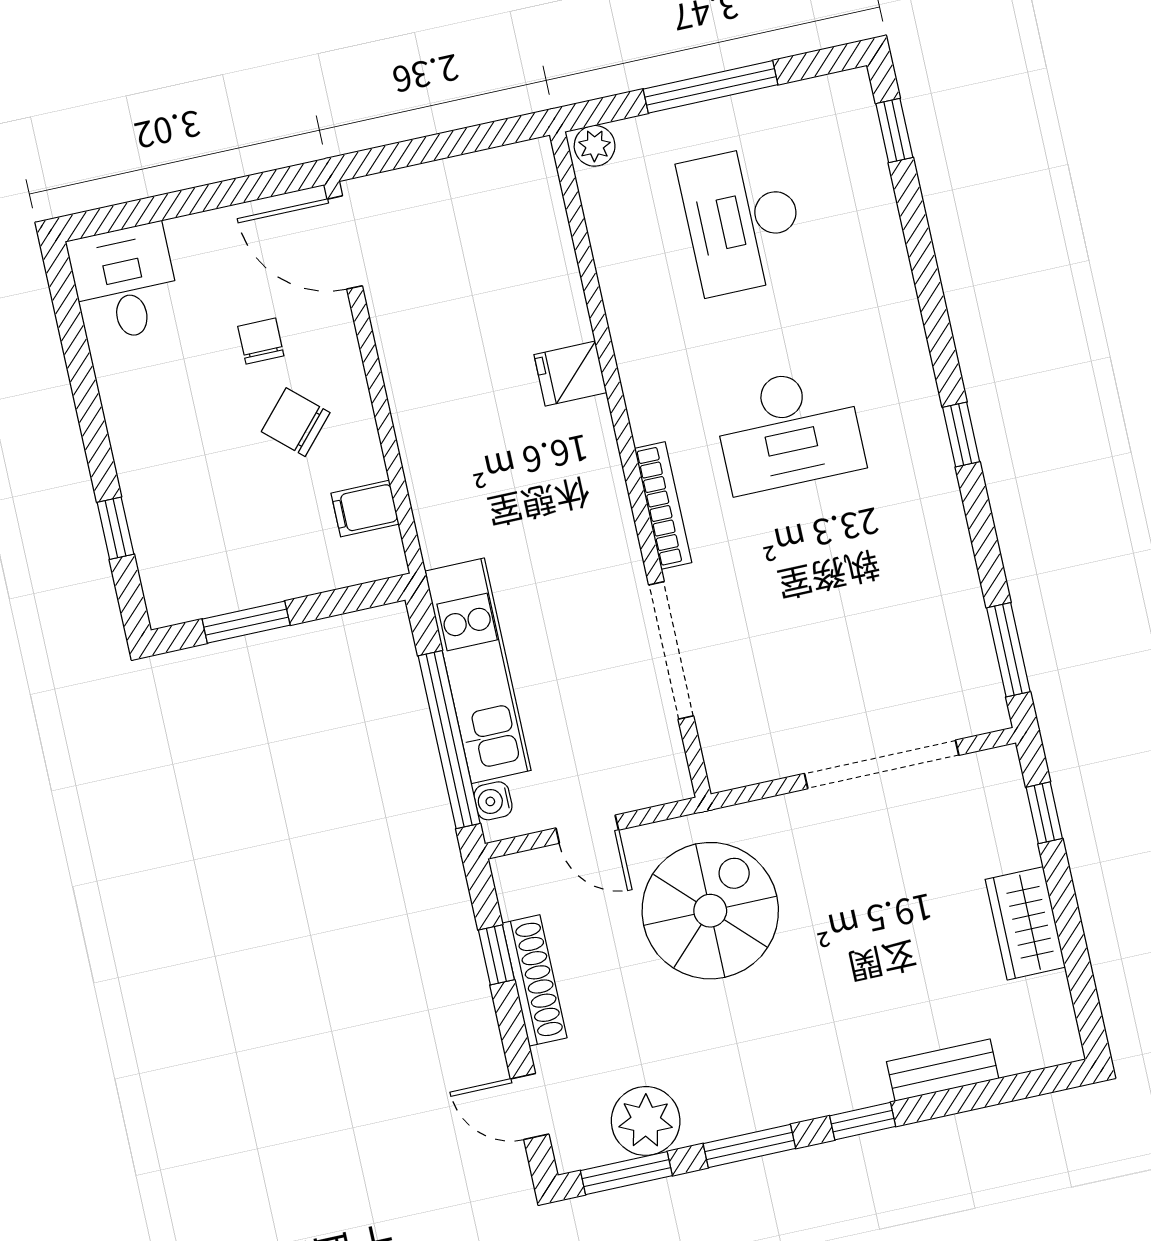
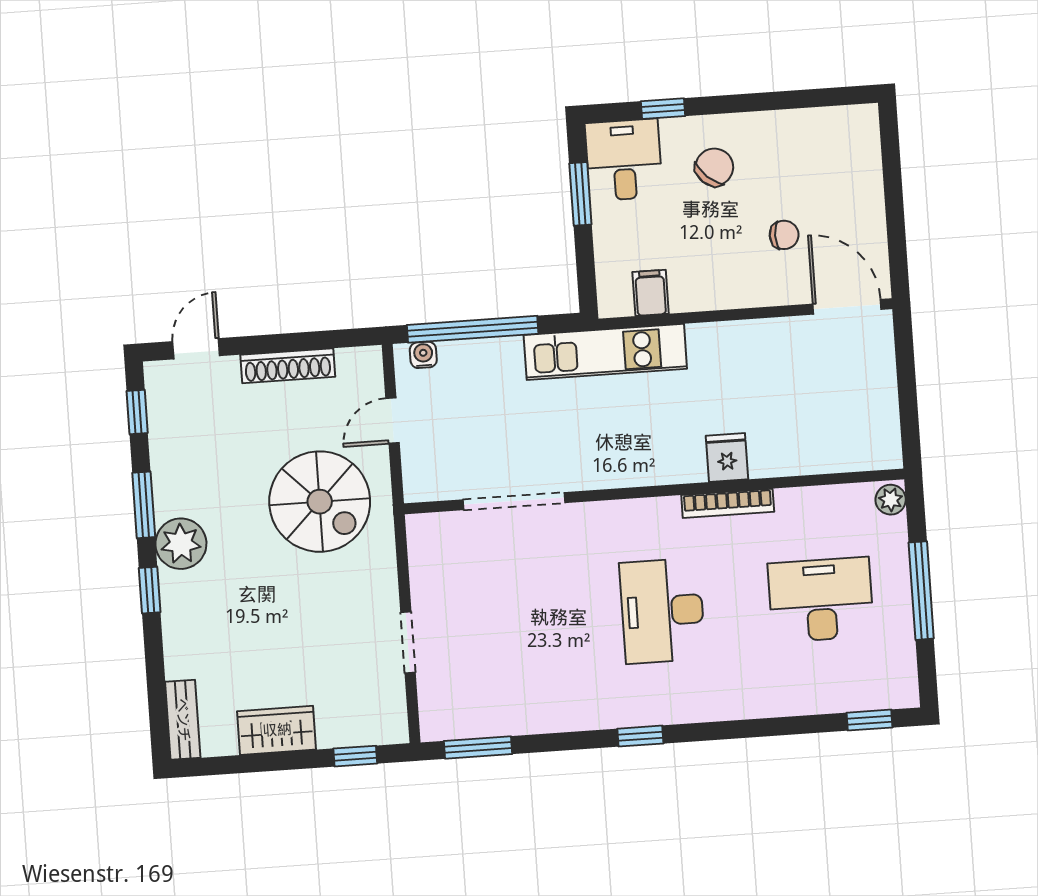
door: (345, 242) -> (847, 307), hinge flipped
desk: (125, 283) -> (624, 160), moved, turned -90
chair: (296, 422) -> (714, 167), moved
bookcase: (663, 505) -> (728, 503), moved
kitchen unit: (478, 671) -> (605, 352), moved
doorway: (882, 764) -> (408, 643), width x0.53
window: (496, 955) -> (310, 341), removed
bench: (943, 1070) -> (183, 720), moved
plant: (646, 1121) -> (181, 544), moved
window: (626, 1173) -> (137, 412), width x0.67

